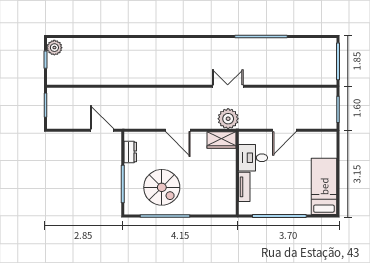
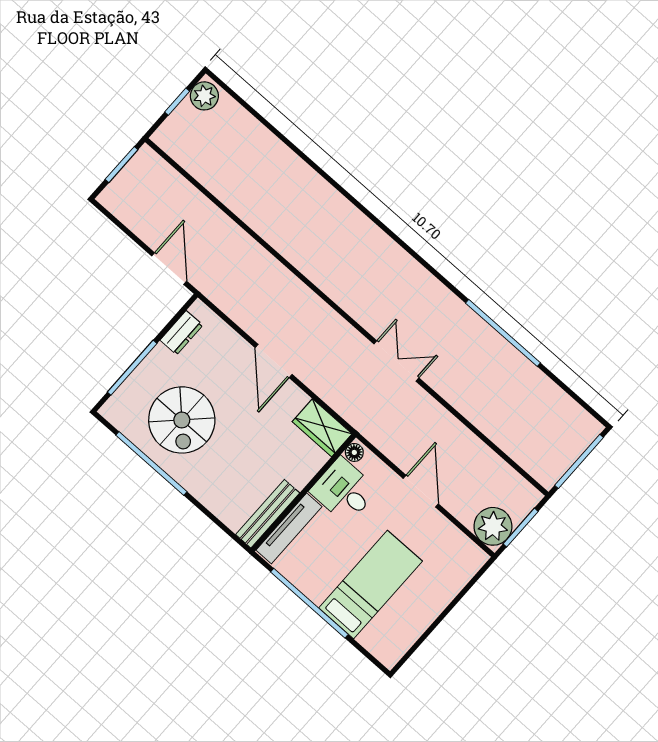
plant: (228, 119) -> (493, 526), moved
door: (284, 130) -> (421, 491), swing flipped
floor lamp: (244, 139) -> (354, 452), added
bed: (324, 186) -> (371, 585), moved
tv unit: (244, 187) -> (289, 528), width x1.41
bench: (230, 195) -> (268, 514), added

